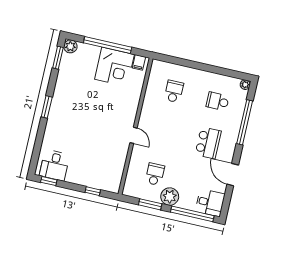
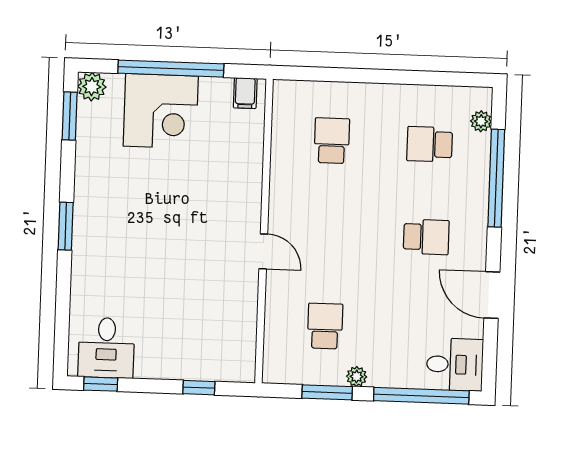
corner desk: (115, 67) -> (161, 111), moved
plant: (245, 85) -> (481, 121), moved
school desk: (208, 143) -> (426, 237), width x0.54
plant: (170, 197) -> (357, 377), width x0.53, depth x0.53

